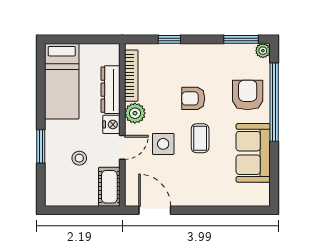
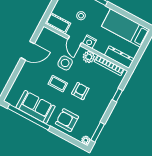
dresser: (111, 90) -> (119, 57), moved
armchair: (248, 95) -> (67, 120), turned 180
window: (274, 102) -> (29, 117), moved
door: (155, 210) -> (28, 51), moved

